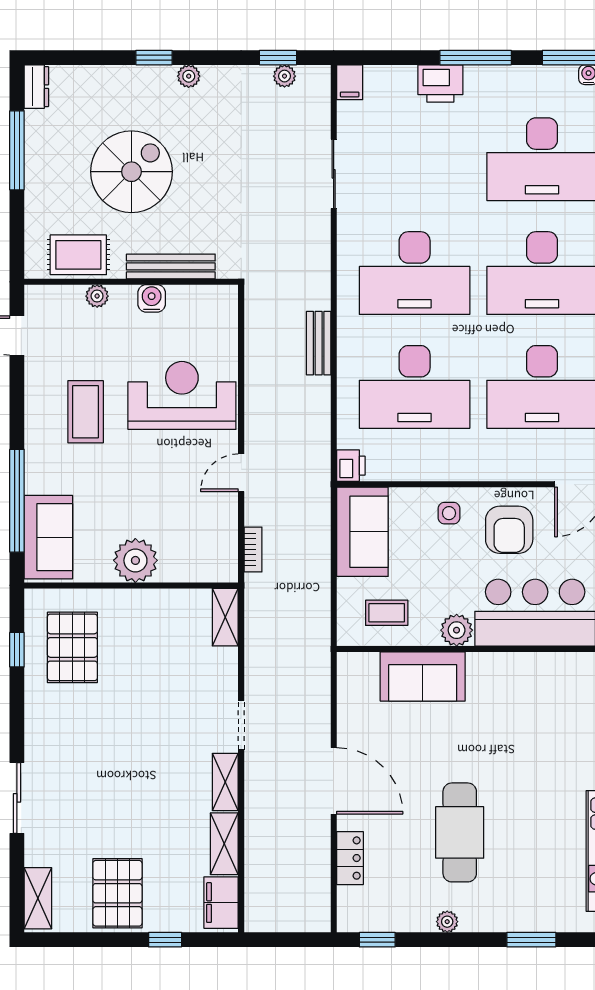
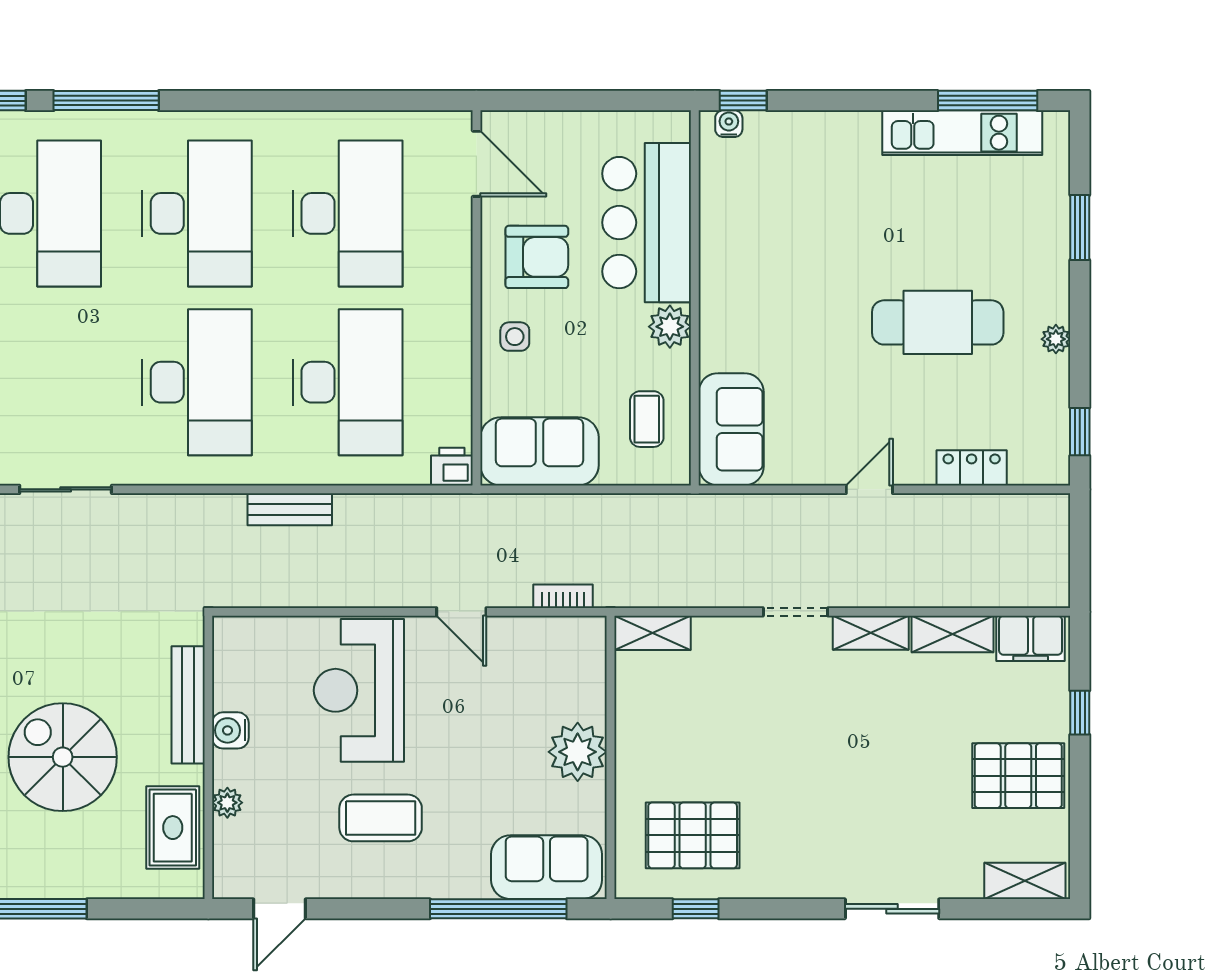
sofa: (423, 676) -> (731, 429), moved
door: (334, 781) -> (869, 489), width x0.53

